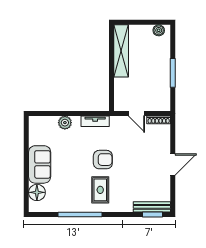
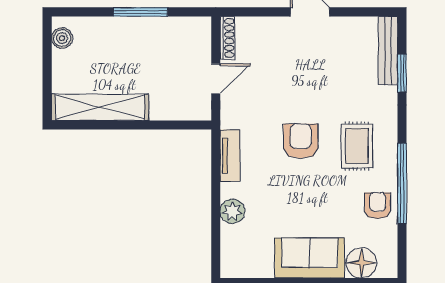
rug: (100, 190) -> (357, 146), turned 90
armchair: (68, 201) -> (377, 206), added
window: (152, 214) -> (402, 73), moved

